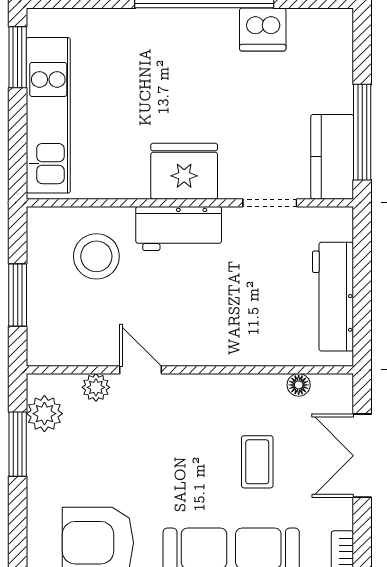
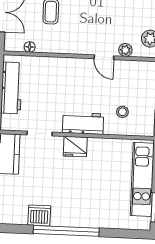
fridge: (184, 171) -> (75, 147), width x0.73, depth x0.75
stool: (96, 256) -> (122, 112), width x0.53, depth x0.53

